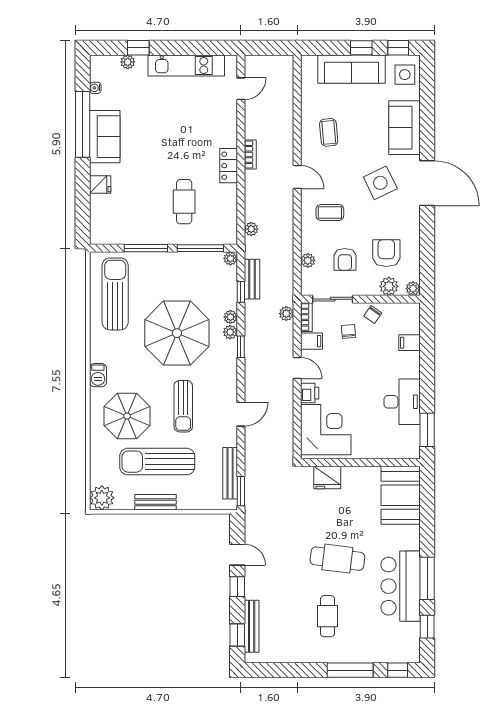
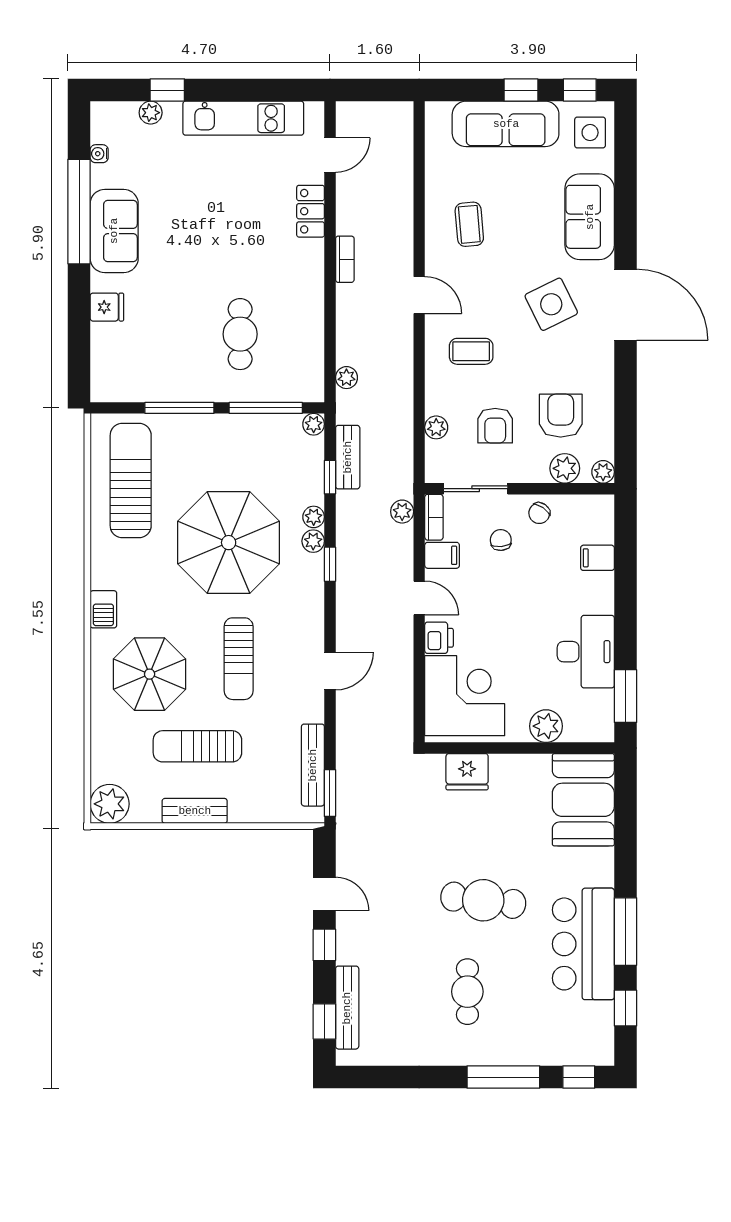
locker: (229, 166) -> (311, 211), moved
plant: (377, 449) -> (546, 726), added
sun lounger: (157, 462) -> (197, 746), width x0.73, depth x0.75

